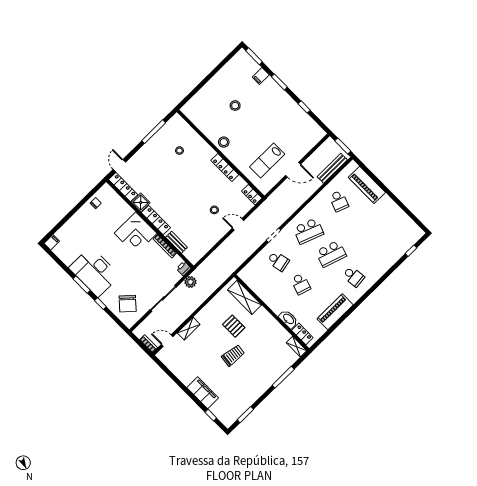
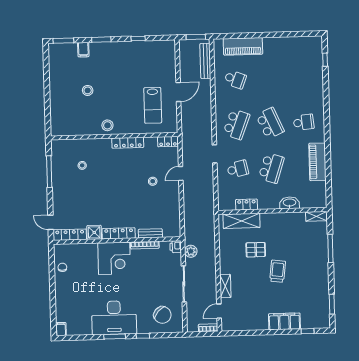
school desk: (331, 254) -> (270, 123), turned -42
school desk: (301, 284) -> (271, 168), width x1.85
locker: (302, 334) -> (247, 205), moved

